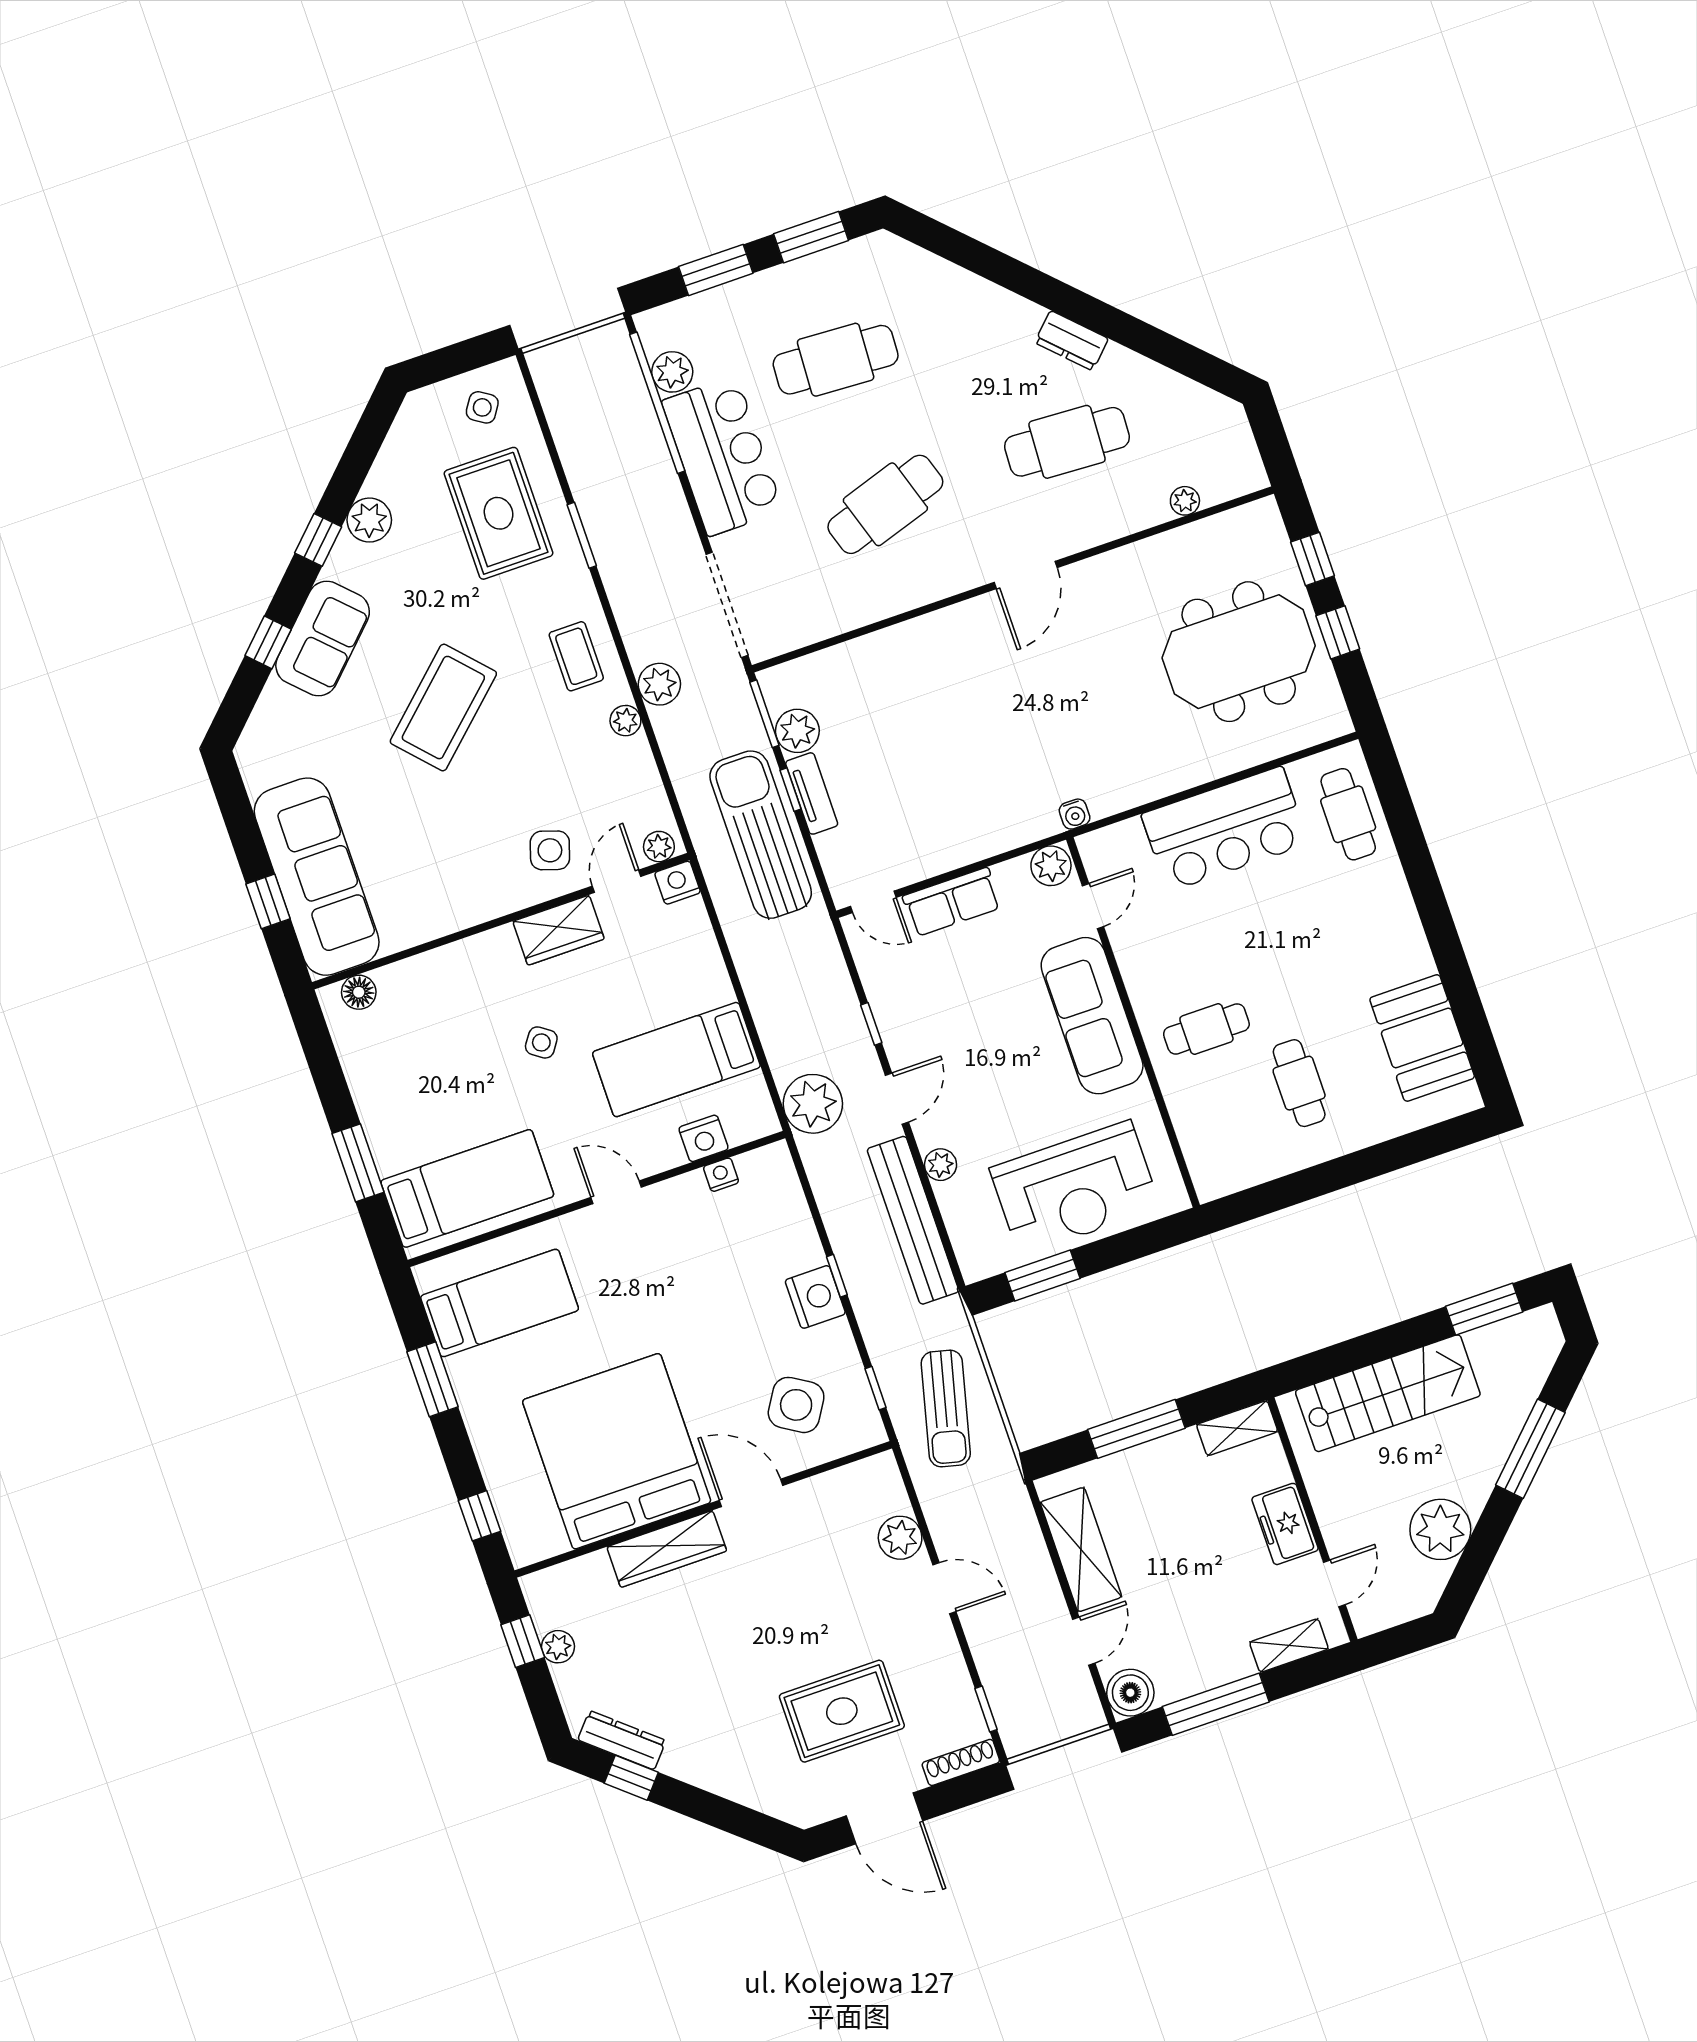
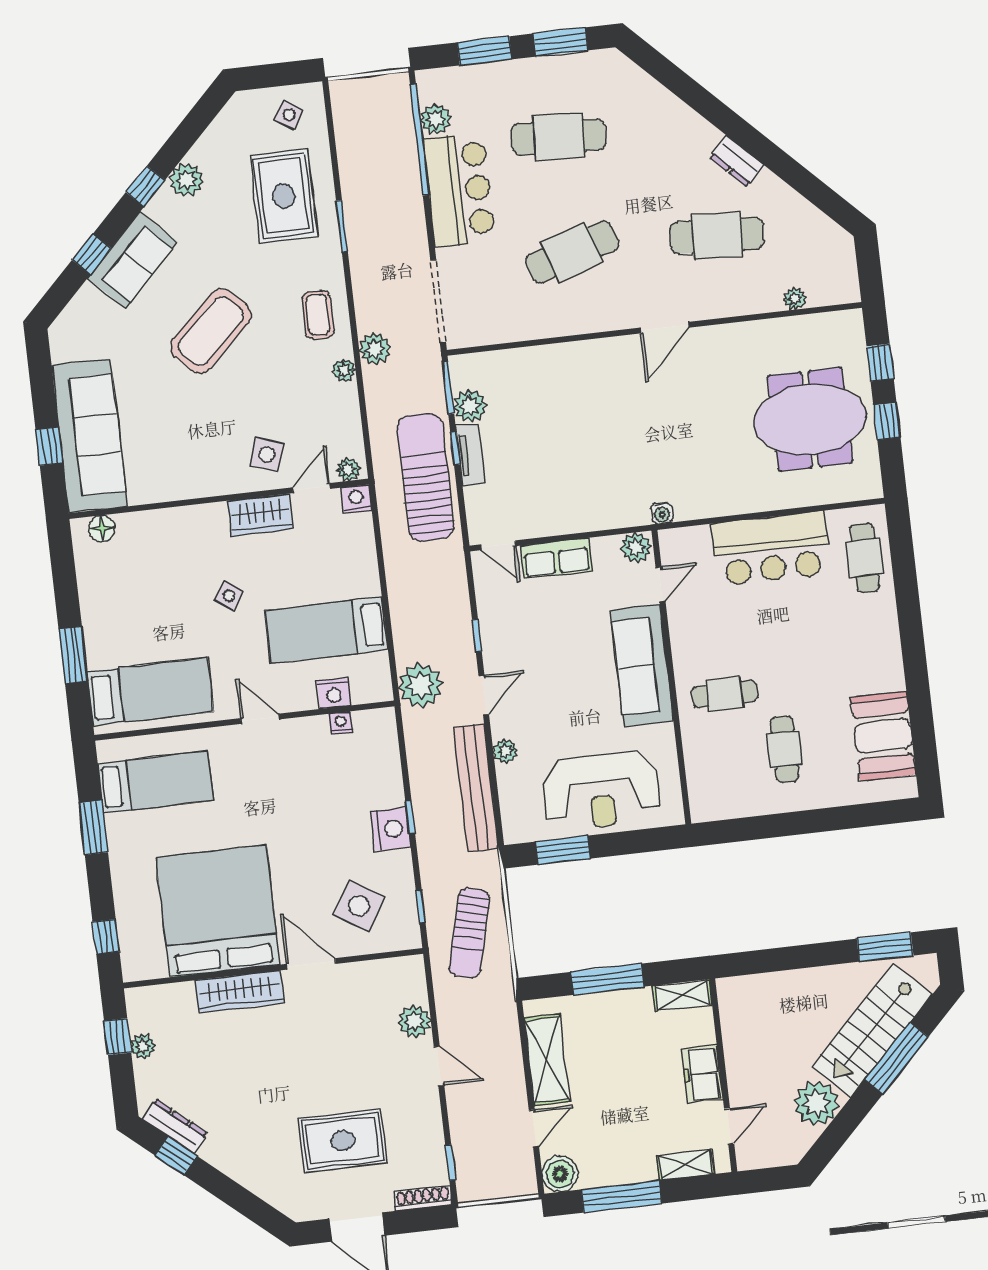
stairs: (1388, 1393) -> (872, 1030), moved, turned 135

